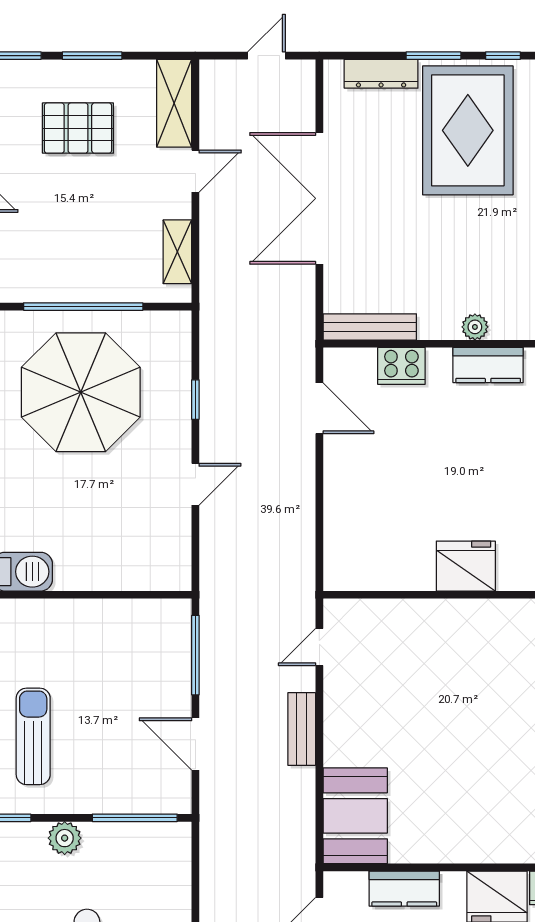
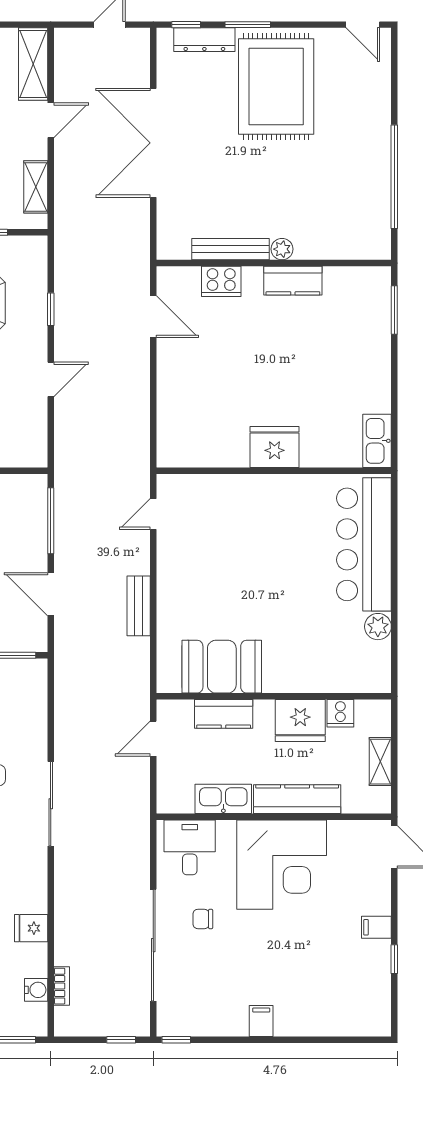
window: (503, 56) -> (186, 25), moved
bench: (370, 327) -> (230, 249), moved
bench: (302, 729) -> (139, 606), moved
booth: (355, 816) -> (222, 667), moved, turned 90

